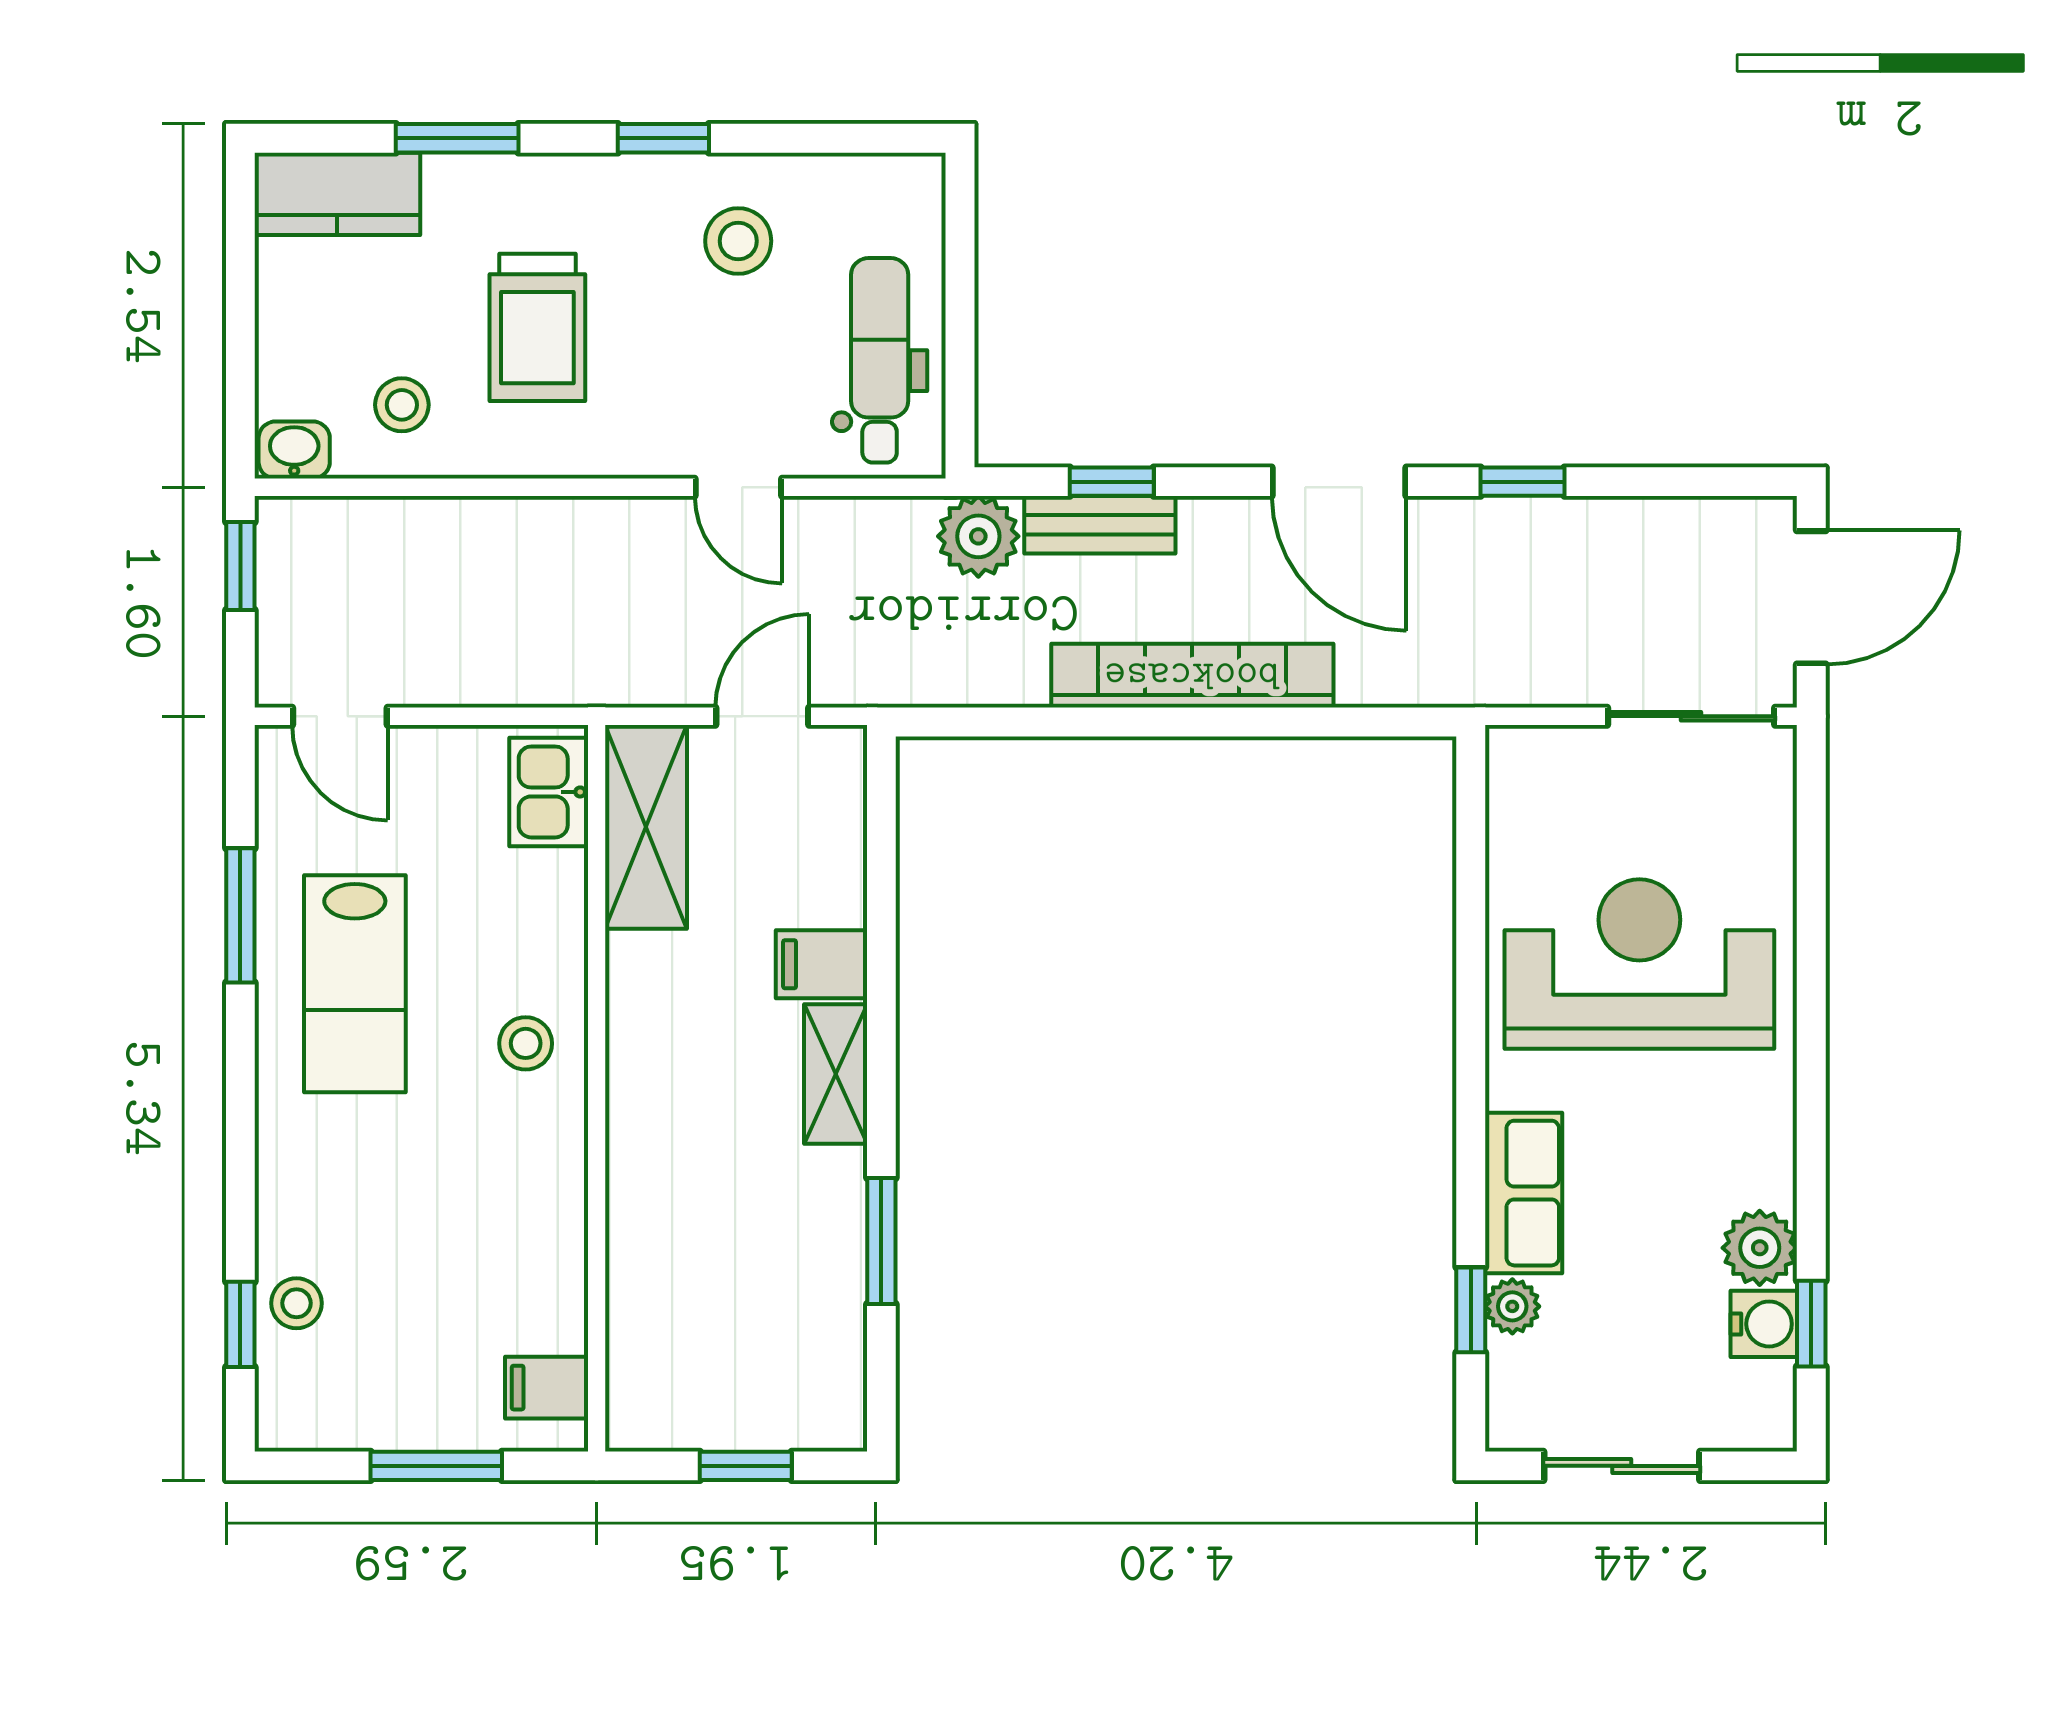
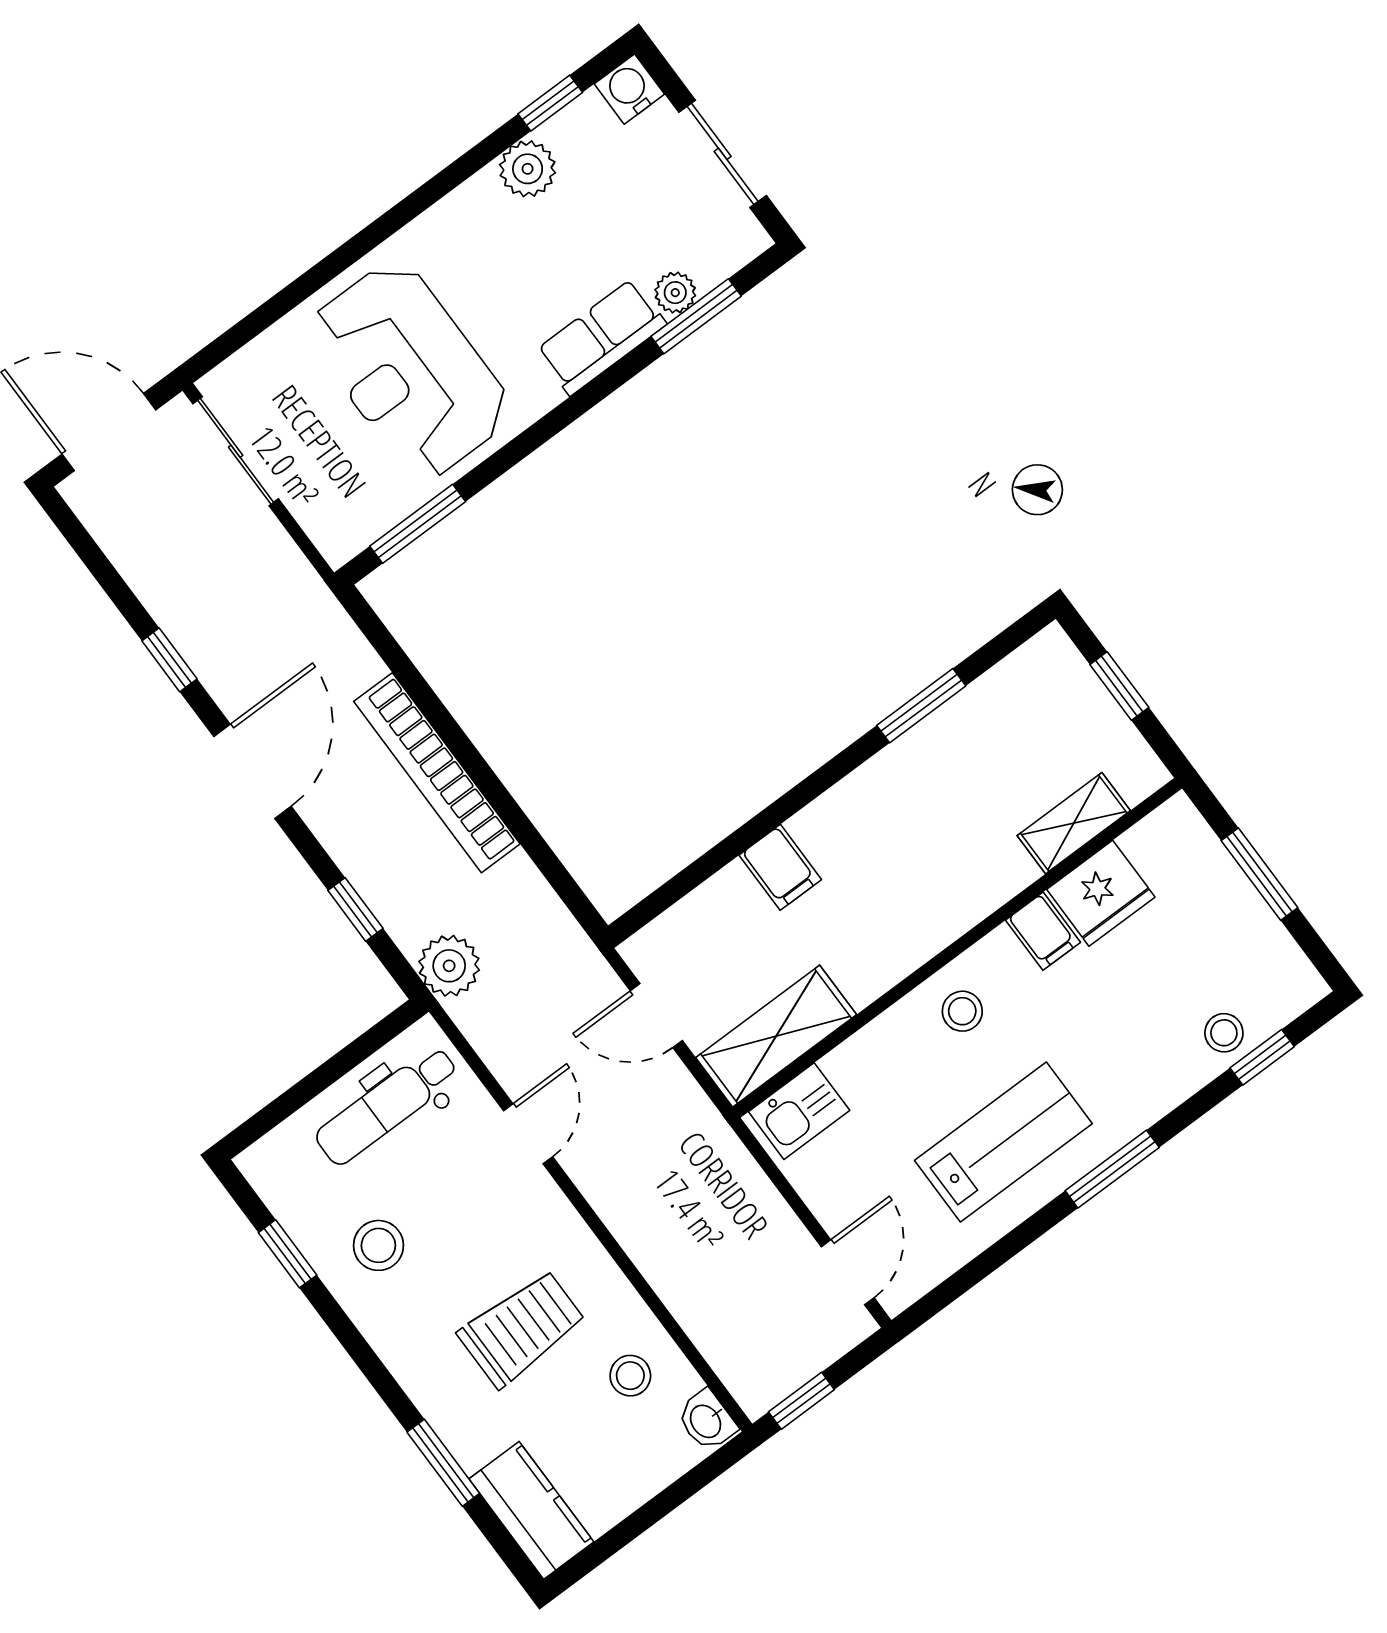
window: (663, 138) -> (288, 1254), moved
bench: (1100, 525) -> (387, 897), removed
window: (1471, 852) -> (418, 524), added
window: (240, 915) -> (1112, 1169), moved
shelving: (836, 1074) -> (1074, 823), moved
fridge: (541, 1283) -> (1101, 893), added
window: (1471, 1310) -> (696, 316), width x1.50
water cooler: (1764, 1324) -> (629, 89), moved
filing cabinet: (547, 1388) -> (1043, 931), moved

